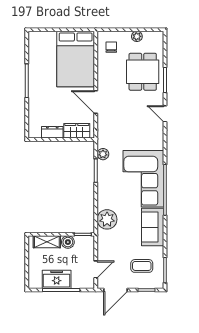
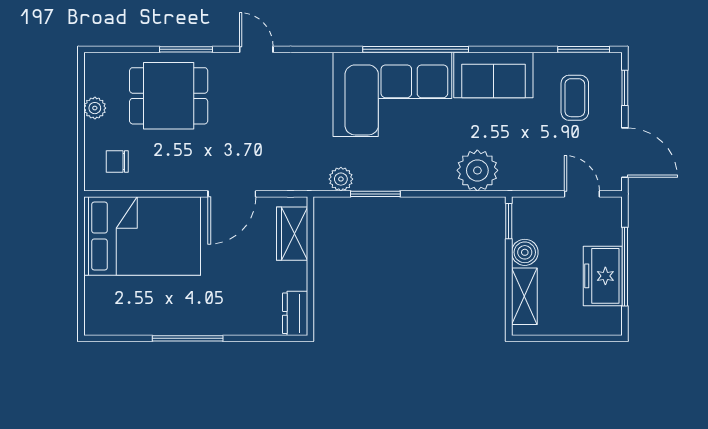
door: (165, 114) -> (256, 49), swing flipped
dresser: (52, 132) -> (295, 313), moved

